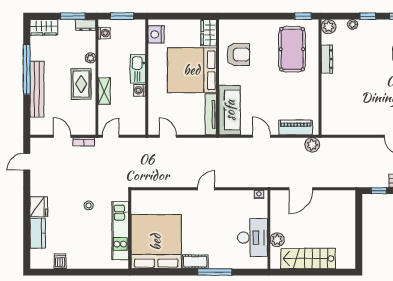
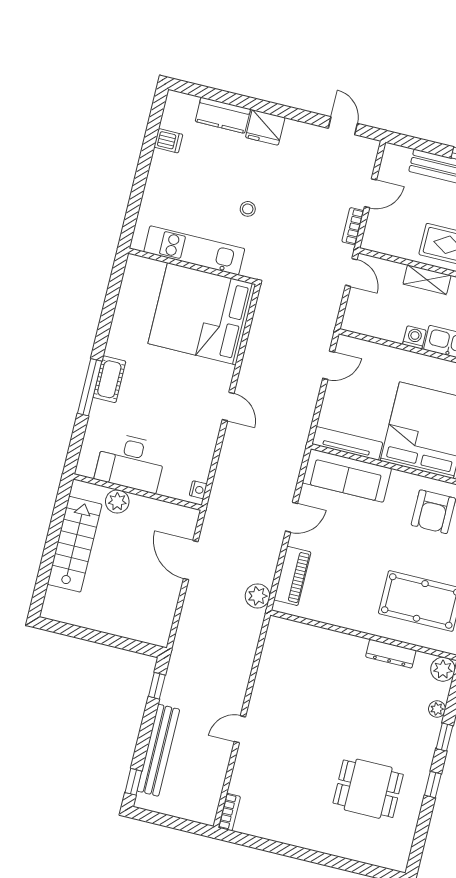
bed: (156, 242) -> (202, 314), moved, turned 180
cot: (195, 262) -> (109, 379), moved

